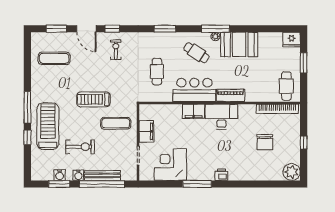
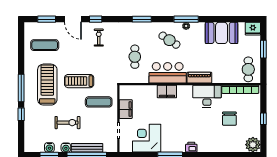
booth: (239, 44) -> (222, 33), moved
desk: (221, 117) -> (207, 96), moved
treadmill: (48, 126) -> (47, 85), moved

